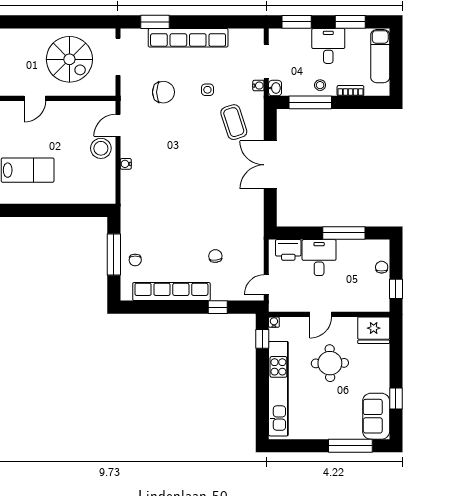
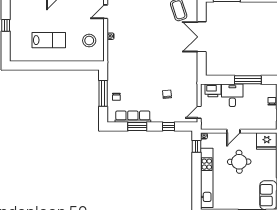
stool: (101, 148) -> (89, 41), moved
row of seats: (171, 292) -> (133, 117), width x0.73
window: (168, 307) -> (137, 126), added

